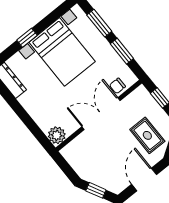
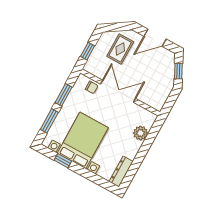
window: (27, 38) -> (63, 161), moved
double door: (101, 114) -> (118, 91), swing flipped
plant: (57, 135) -> (141, 133), moved

